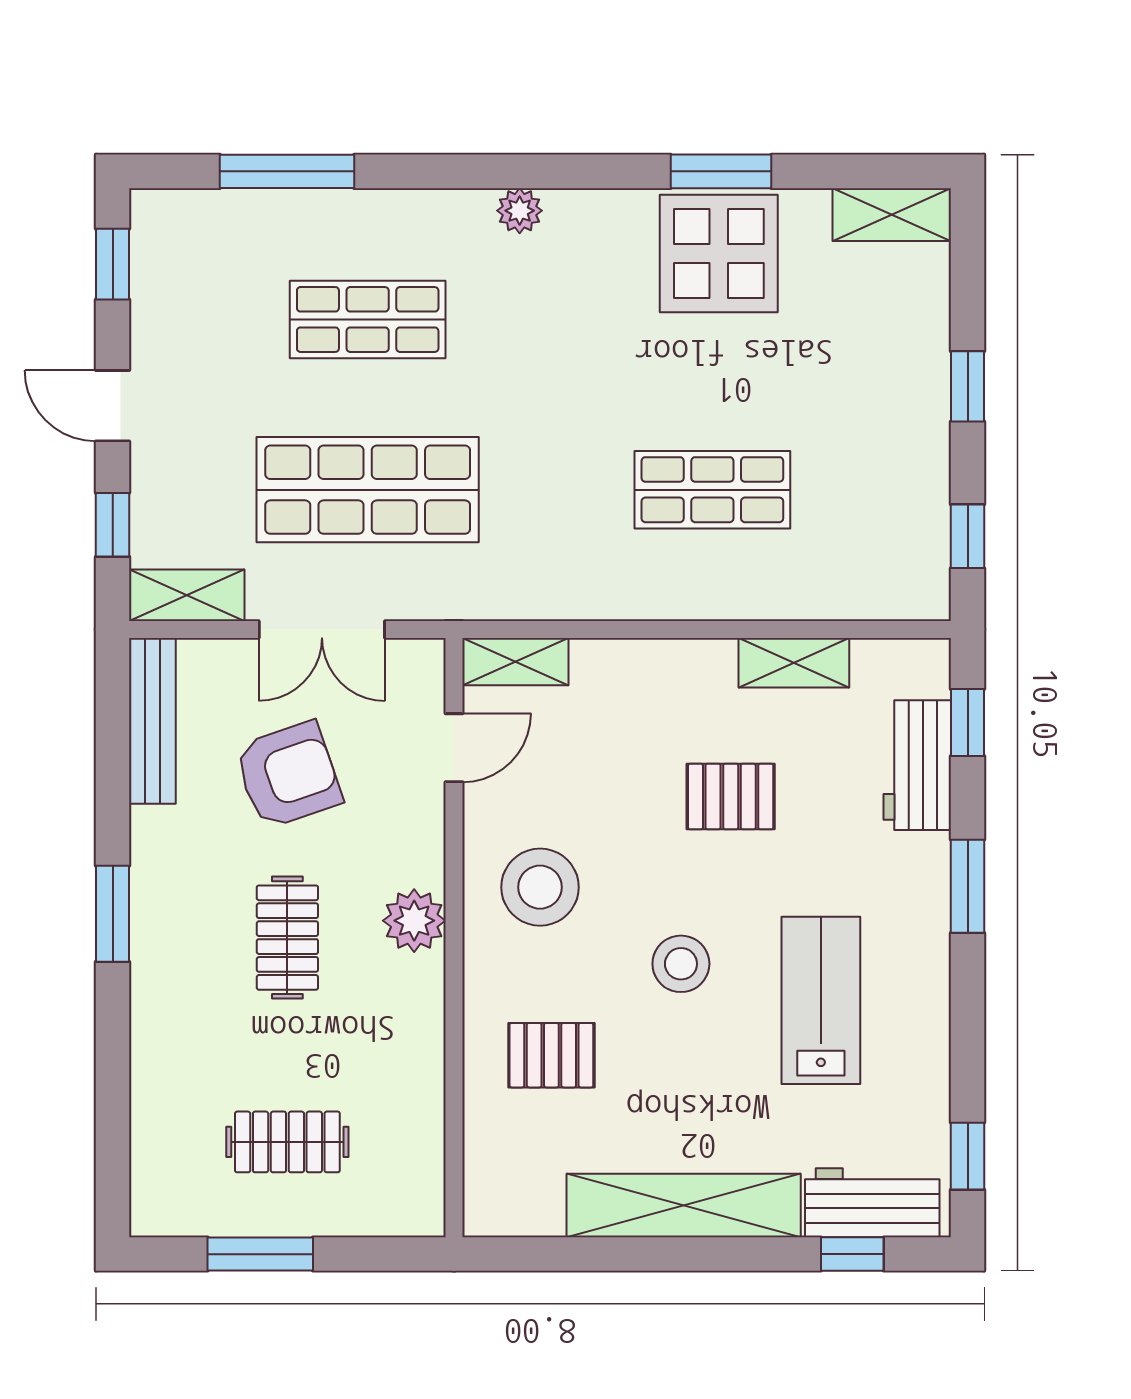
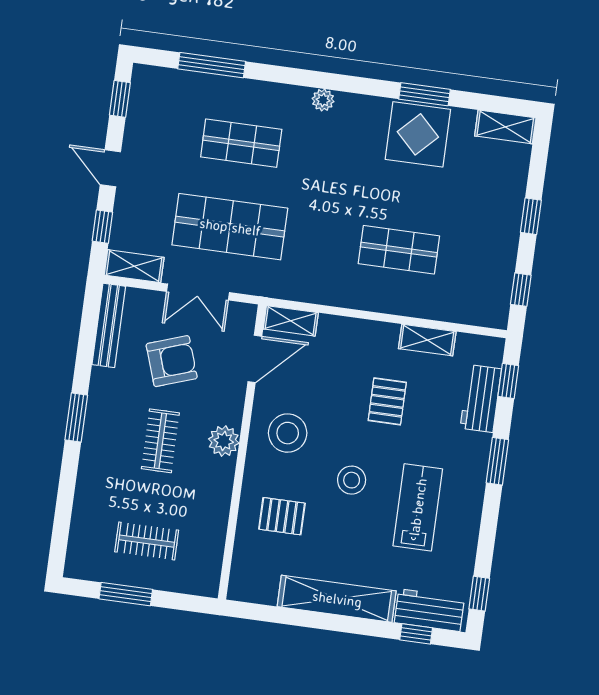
door: (454, 748) -> (255, 359), width x1.38
pallet: (731, 797) -> (387, 401), turned 90

